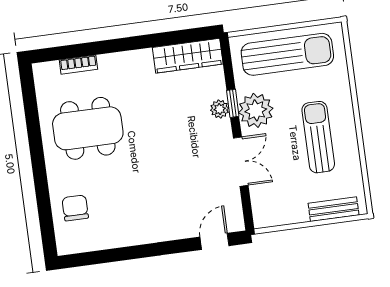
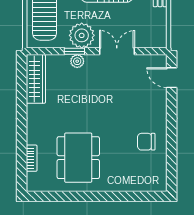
chair: (75, 208) -> (146, 142), moved

